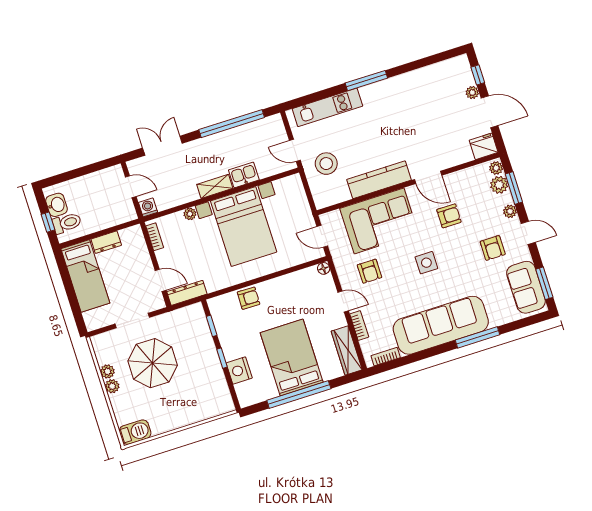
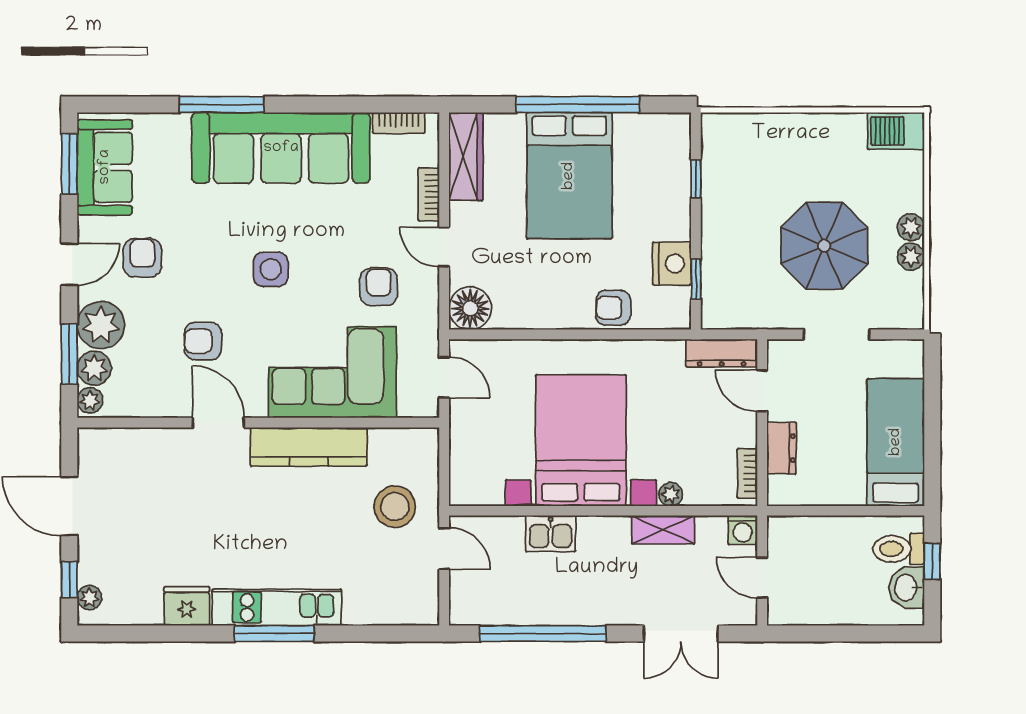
plant: (472, 93) -> (89, 598), moved
kitchen unit: (327, 107) -> (277, 607), moved
fridge: (484, 146) -> (187, 606), moved, turned 180
shelving: (215, 186) -> (663, 530), moved
plant: (510, 211) -> (101, 325), width x1.88, depth x1.88
door: (528, 233) -> (69, 264), swing flipped
dresser: (106, 242) -> (781, 448), moved, turned 90
floor lamp: (324, 268) -> (470, 308), width x1.89, depth x1.89
window: (222, 358) -> (696, 179), moved
nightstand: (239, 370) -> (672, 263), moved

